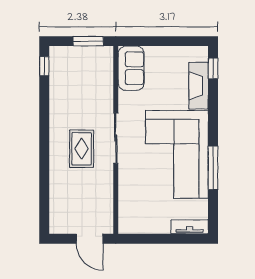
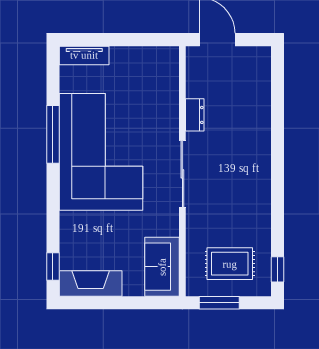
fireplace: (199, 86) -> (91, 283), moved, turned -90
rug: (82, 149) -> (230, 264), moved, turned 90
dresser: (107, 182) -> (195, 115), added

